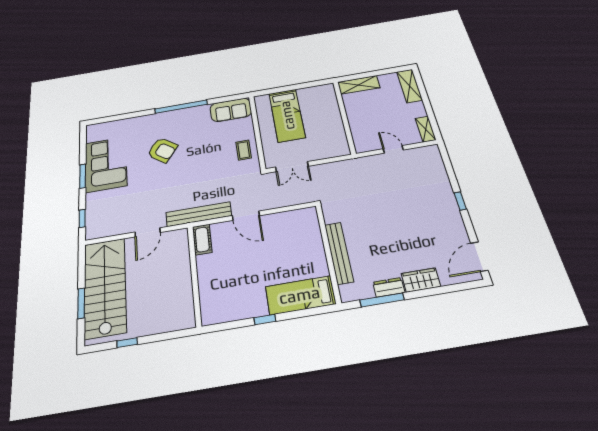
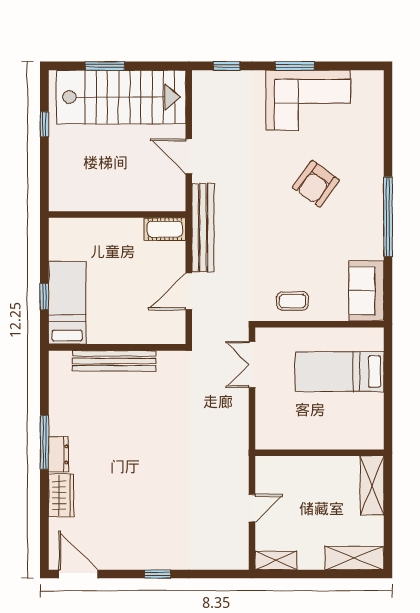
wall: (328, 252) -> (117, 347), moved
bench: (339, 253) -> (114, 361), moved
bed: (300, 295) -> (67, 303), moved

